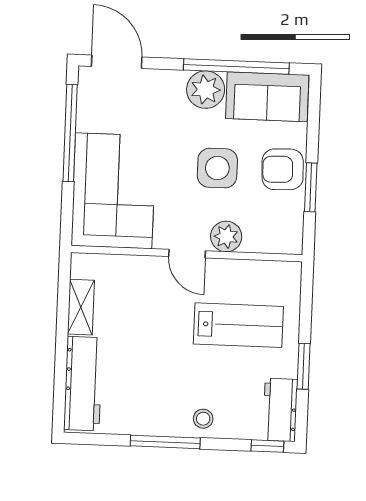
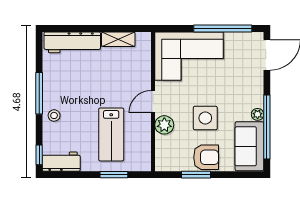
plant: (206, 90) -> (258, 114), width x0.53, depth x0.53
armchair: (283, 169) -> (206, 157), turned 92
window: (304, 366) -> (114, 175), moved

